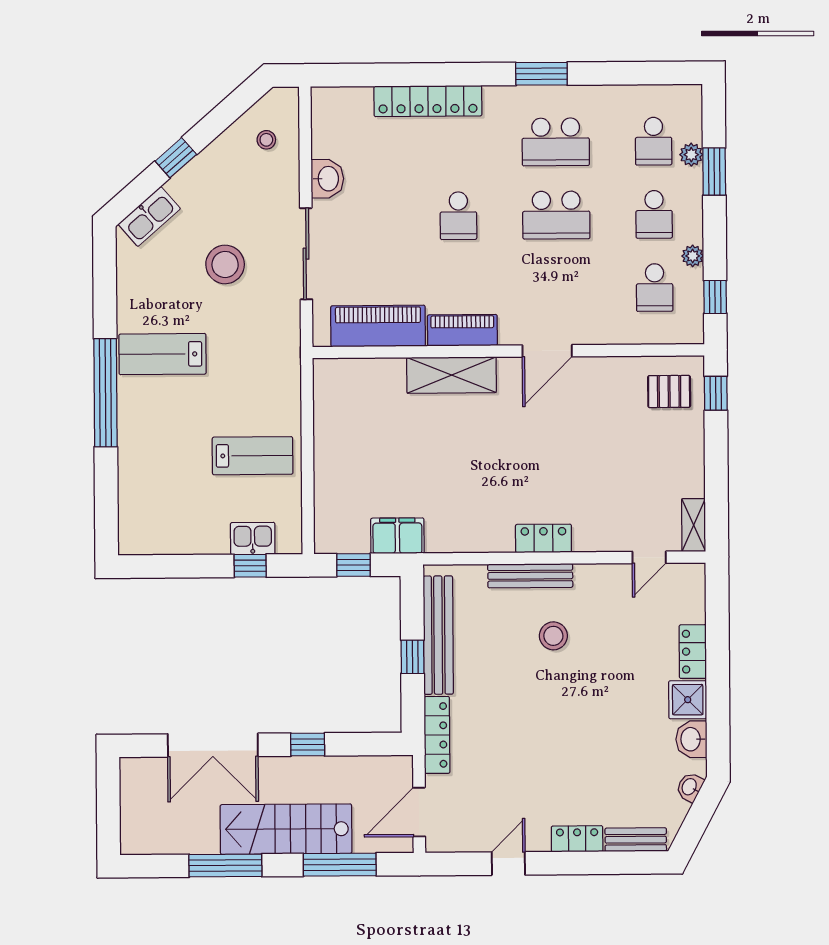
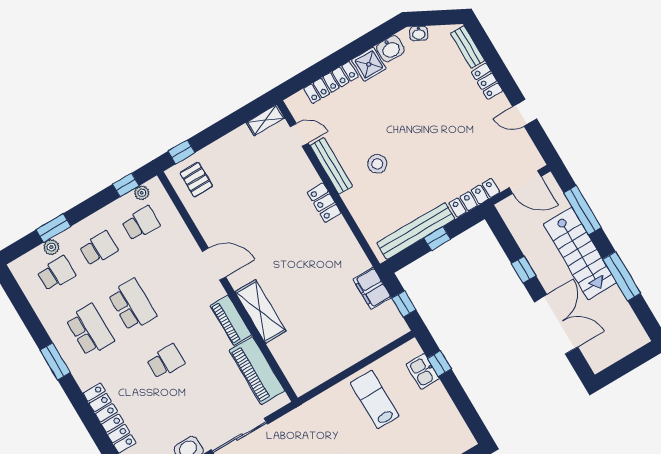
plant: (693, 256) -> (142, 193), moved
bench: (530, 576) -> (331, 166), moved
locker: (693, 652) -> (331, 82), width x1.53

